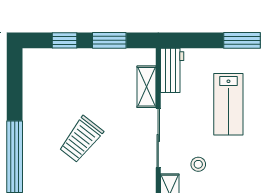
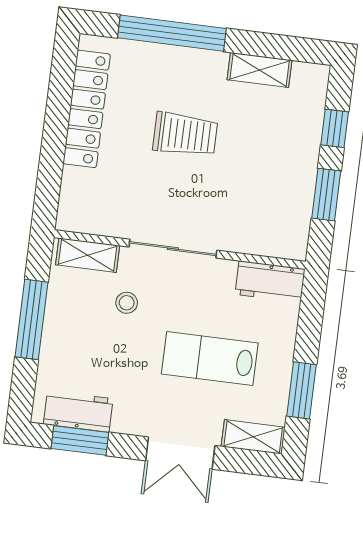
shelving: (147, 87) -> (260, 70), moved
trolley: (81, 139) -> (185, 134), turned 142

